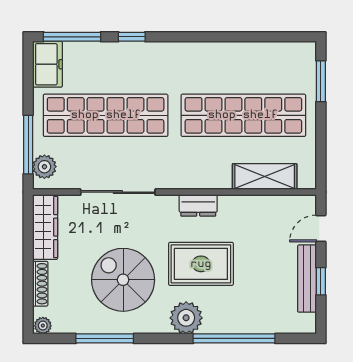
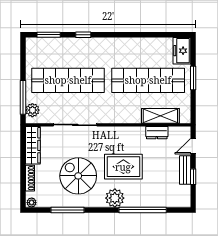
window: (72, 37) -> (49, 35), width x0.69
freezer: (47, 64) -> (182, 51), moved, turned 180
window: (321, 81) -> (193, 78), moved
dresser: (198, 205) -> (157, 133), moved
bench: (307, 279) -> (185, 170), width x0.73

